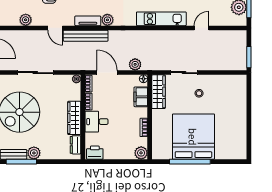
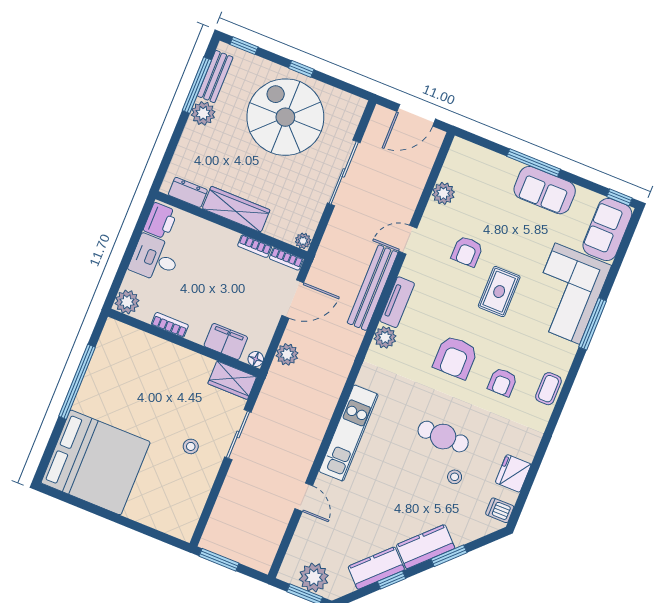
wardrobe: (159, 92) -> (232, 380), width x0.67
desk: (97, 122) -> (155, 259), moved, turned -90
bed: (193, 137) -> (96, 462), moved

